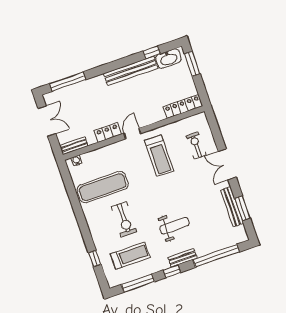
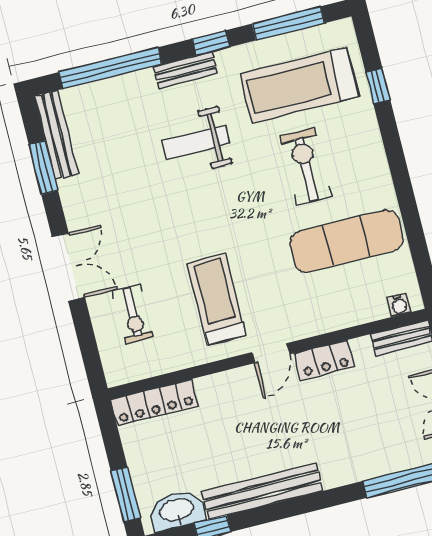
bench: (232, 207) -> (57, 135), moved
treadmill: (130, 256) -> (299, 85), width x1.37, depth x1.37

